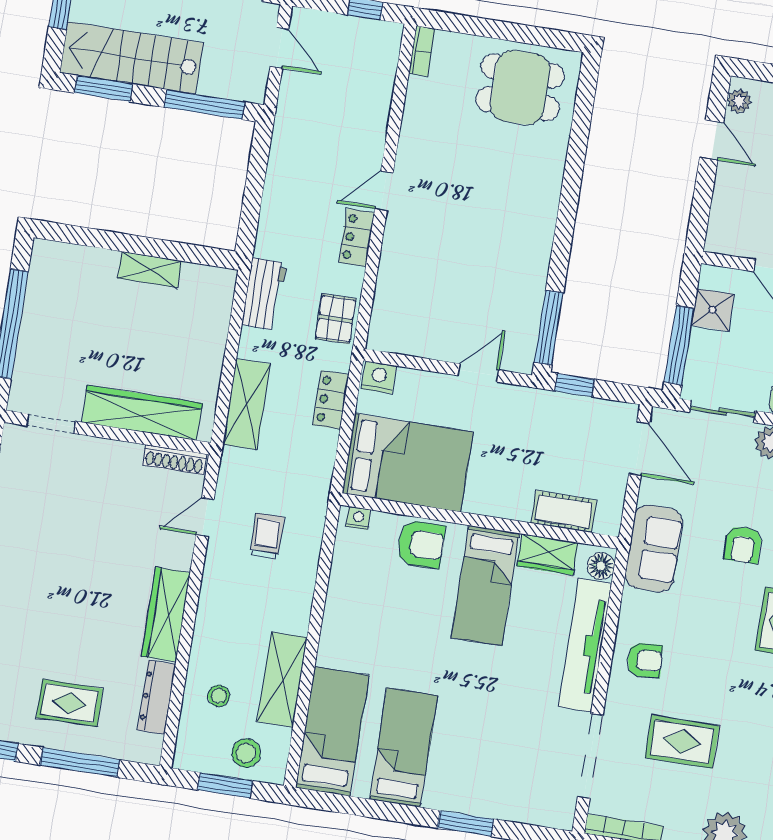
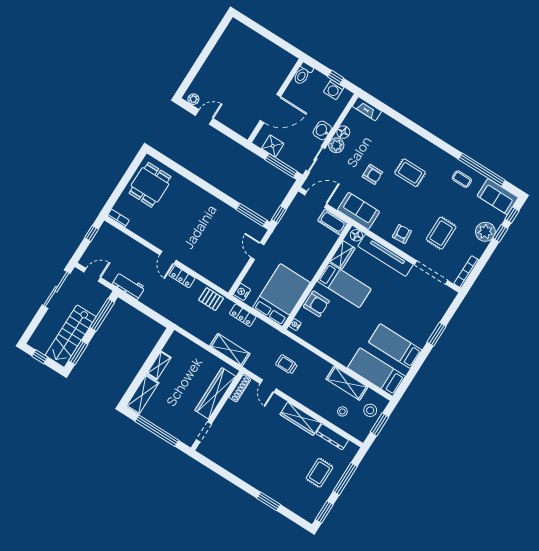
shelving: (74, 261) -> (142, 395), added
workbench: (264, 294) -> (129, 286), moved
cot: (564, 512) -> (333, 222), moved, turned 90
armchair: (421, 544) -> (316, 304), turned 90

